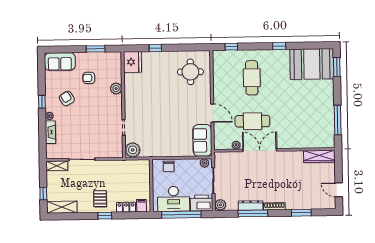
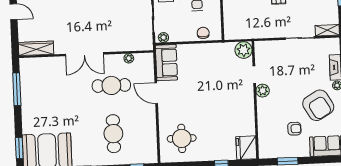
plant: (116, 89) -> (263, 91), moved
armchair: (67, 98) -> (318, 105), width x1.88, depth x1.88
double door: (260, 150) -> (84, 54), moved

